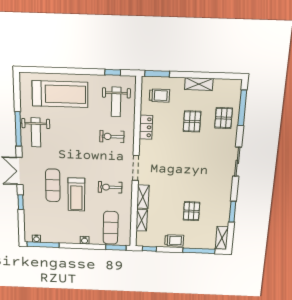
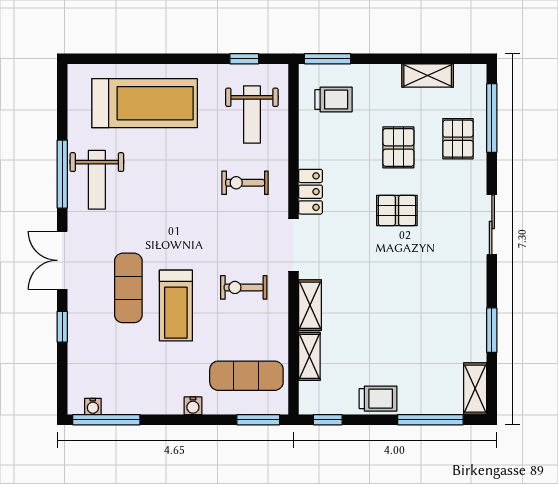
shelving: (199, 84) -> (428, 75), moved
locker: (146, 127) -> (311, 192), moved
pallet: (192, 211) -> (397, 211), moved, turned 90
exercise mat: (111, 228) -> (246, 376), turned 90

